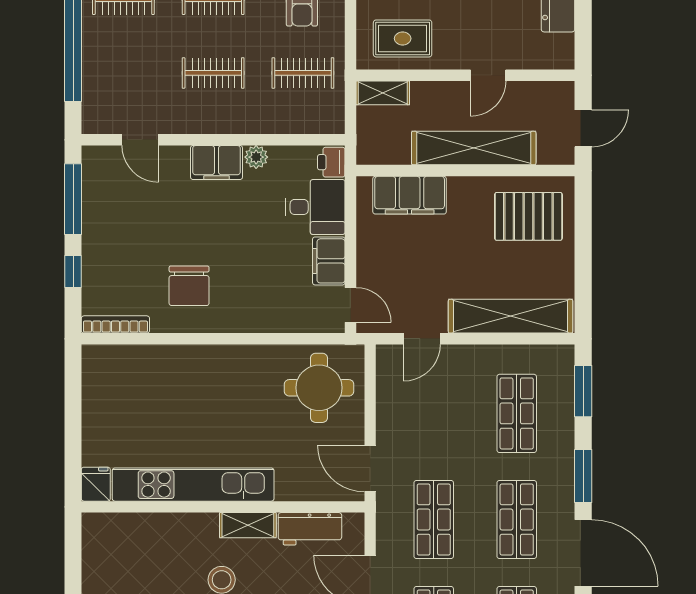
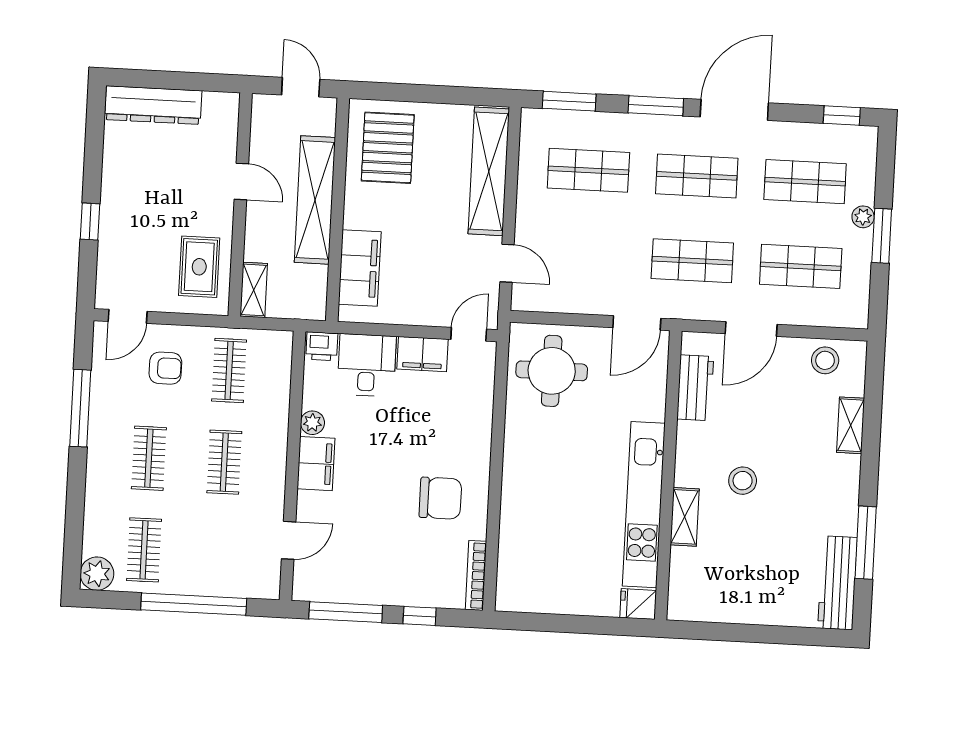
shelving: (248, 525) -> (685, 517), moved

